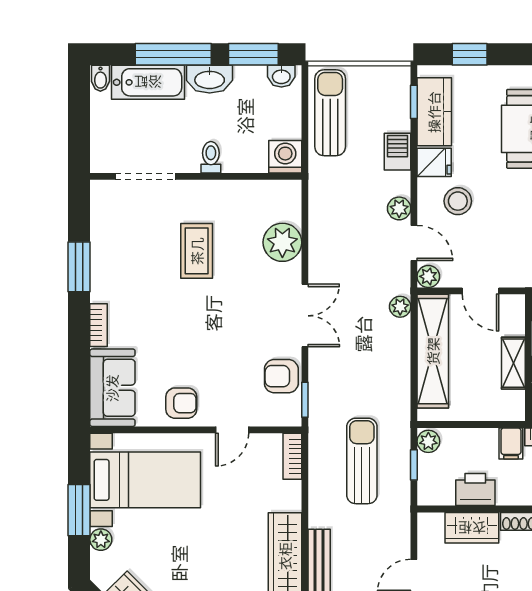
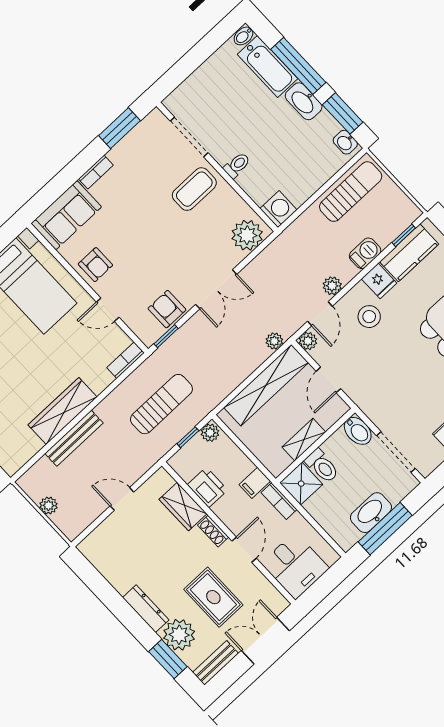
toilet: (211, 157) -> (237, 165), moved
washing machine: (285, 157) -> (278, 209), moved
doorway: (145, 176) -> (189, 137), moved
wall: (196, 176) -> (217, 167), moved

